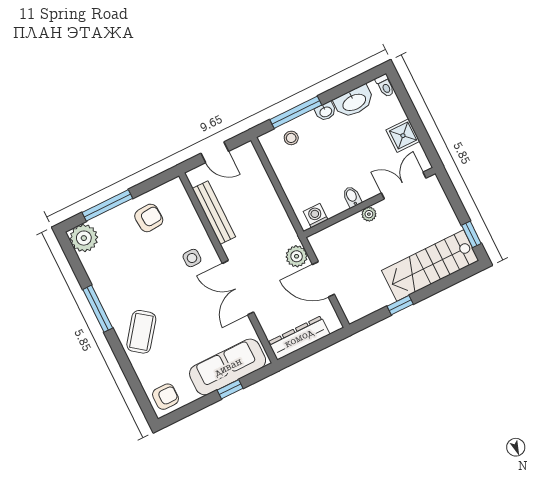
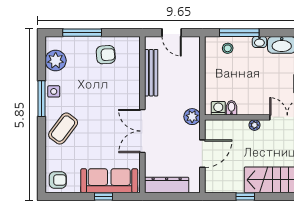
bidet: (352, 197) -> (231, 108), moved
plant: (84, 238) -> (56, 61), moved
plant: (297, 256) -> (192, 117), moved
side table: (192, 258) -> (54, 91), moved
door: (323, 279) -> (202, 154), swing flipped

